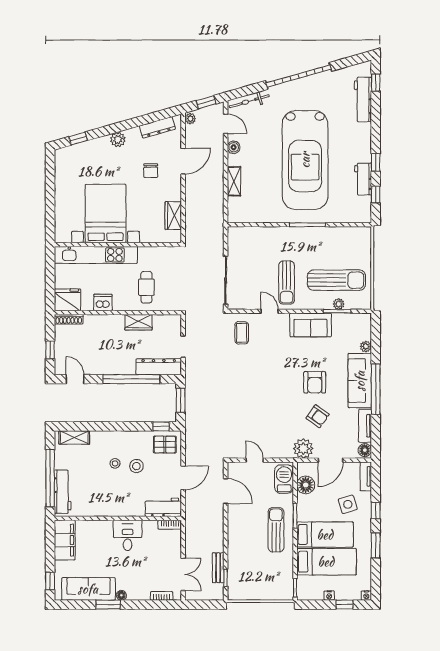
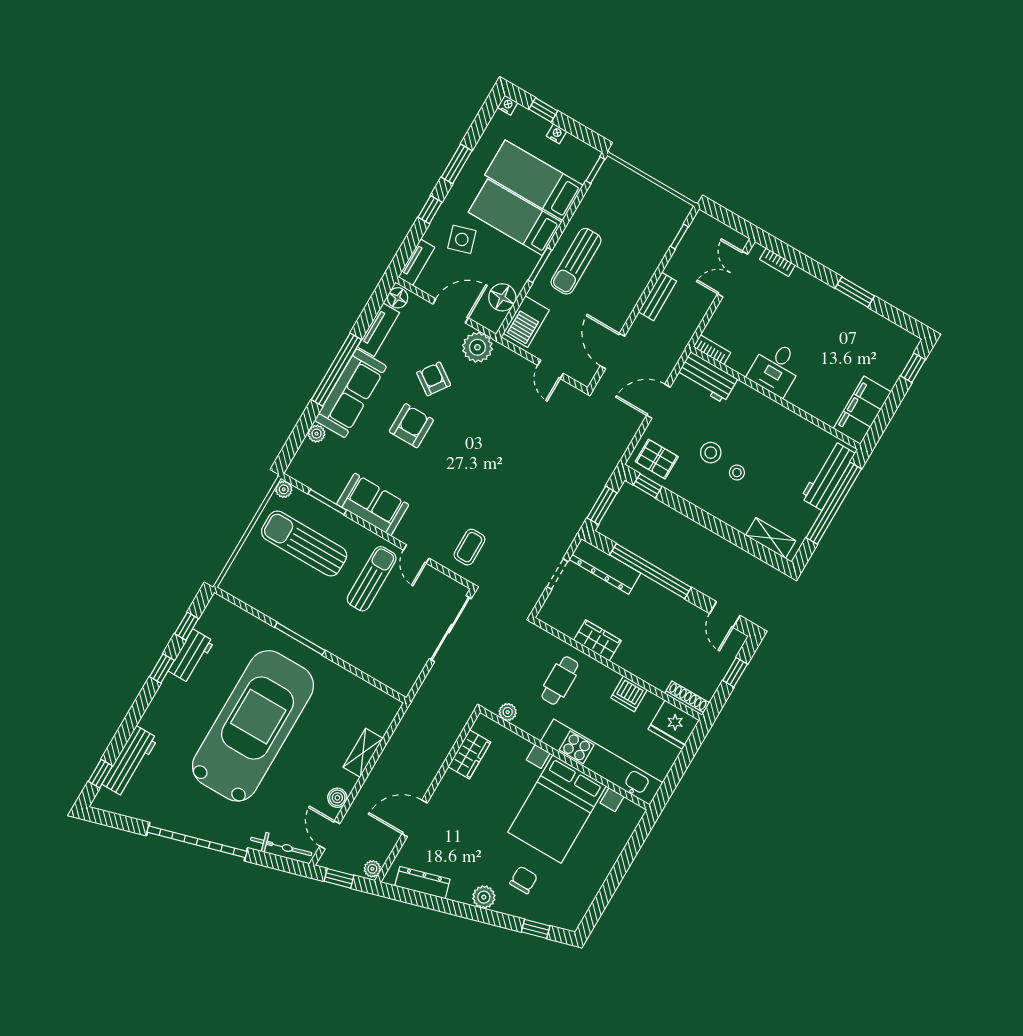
chair: (151, 171) -> (524, 880), moved
plant: (166, 252) -> (508, 712), added
plant: (339, 304) -> (284, 489), moved
bench: (218, 568) -> (658, 296), moved
sofa: (88, 589) -> (869, 328), removed
floor lamp: (121, 595) -> (830, 294), removed

